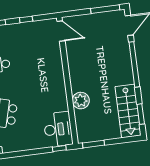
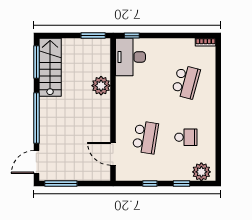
door: (61, 31) -> (113, 154), moved
school desk: (36, 60) -> (145, 137), added
window: (141, 114) -> (36, 62), width x1.44

